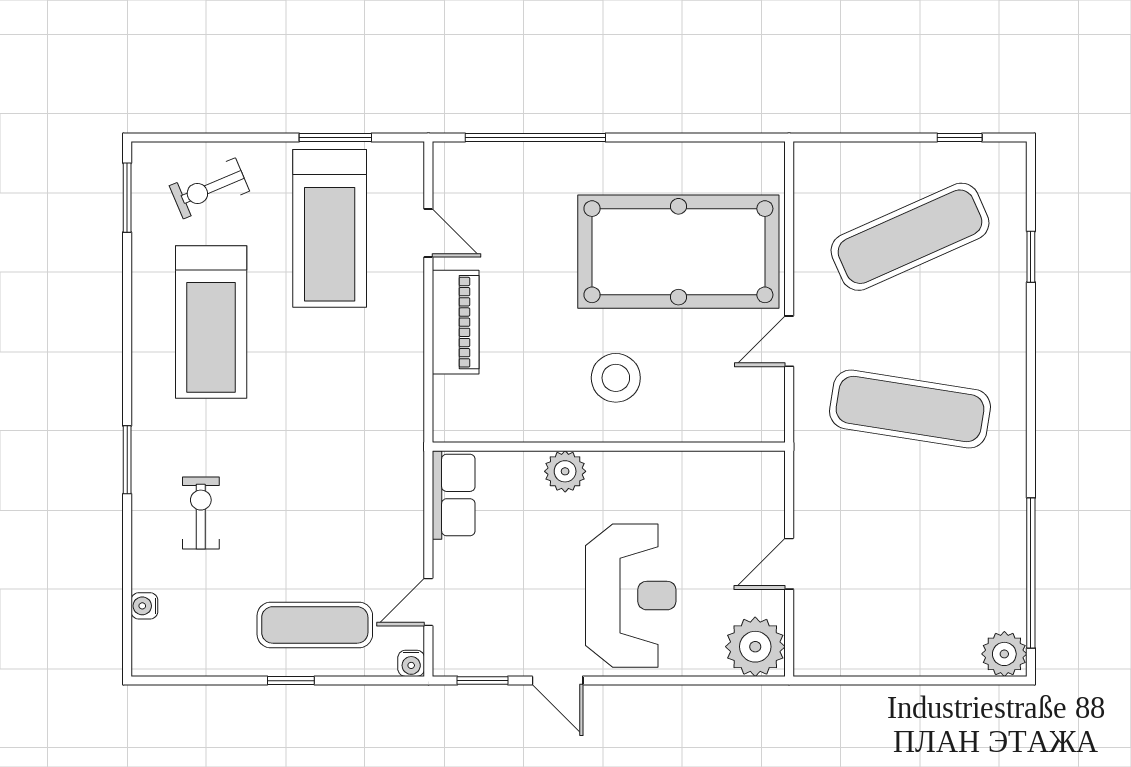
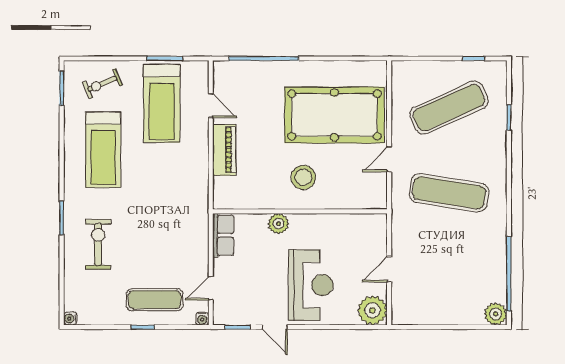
exercise bike: (201, 513) -> (98, 244), width x1.38, depth x1.39
water cooler: (144, 606) -> (70, 319), moved

